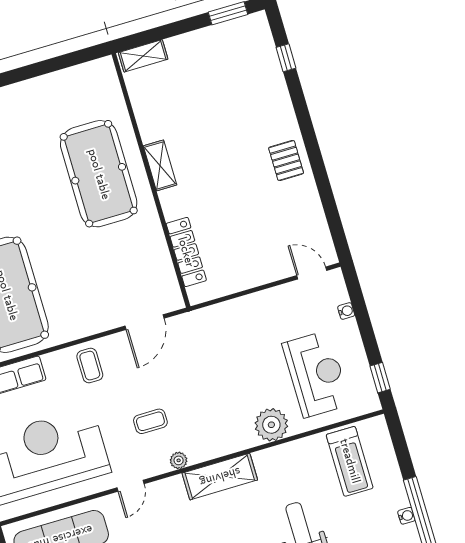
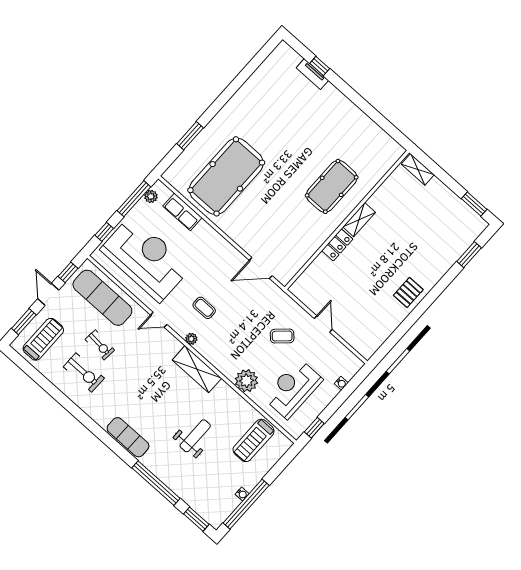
window: (286, 58) -> (469, 255), width x1.50
pool table: (99, 174) -> (332, 186), width x0.73, depth x0.76
locker: (186, 252) -> (337, 245), moved, width x0.66
door: (312, 273) -> (323, 324), moved
coffee table: (90, 366) -> (282, 336), moved, turned 47
reception desk: (316, 374) -> (293, 389), turned 180

